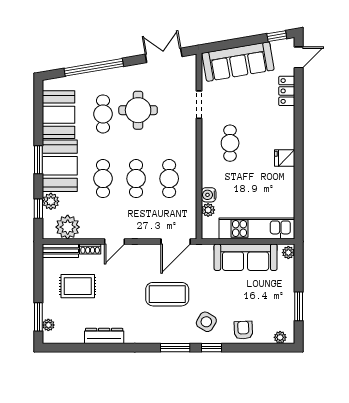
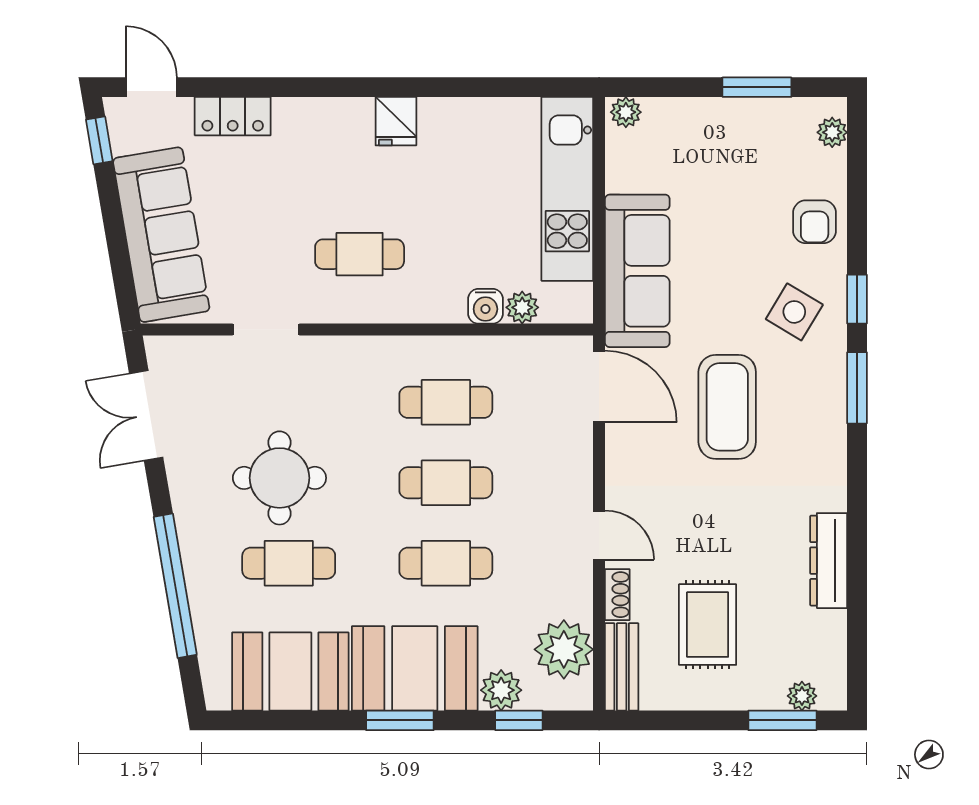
sofa: (246, 257) -> (637, 271), moved
armchair: (243, 330) -> (815, 222), turned -88

